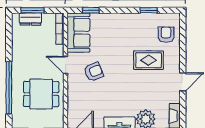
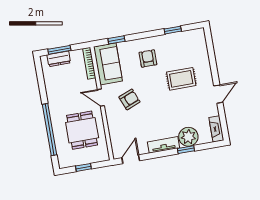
armchair: (166, 35) -> (148, 58), moved
dining table: (41, 94) -> (82, 130), turned 90

